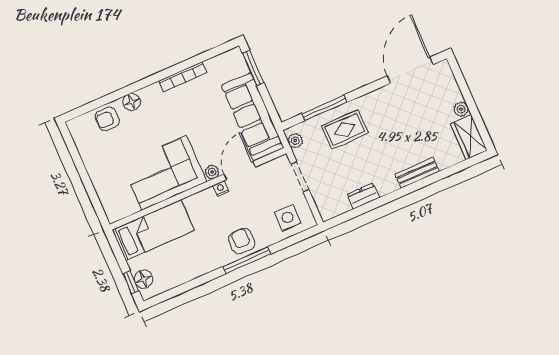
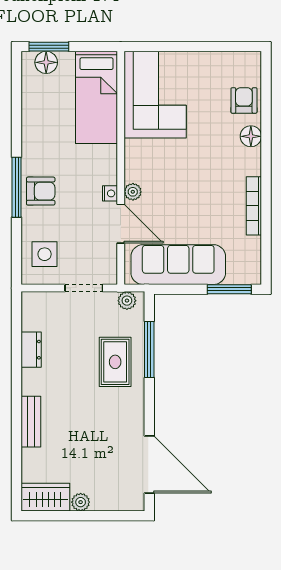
corner sofa: (164, 173) -> (155, 95), moved
window: (131, 282) -> (49, 47), width x1.50

